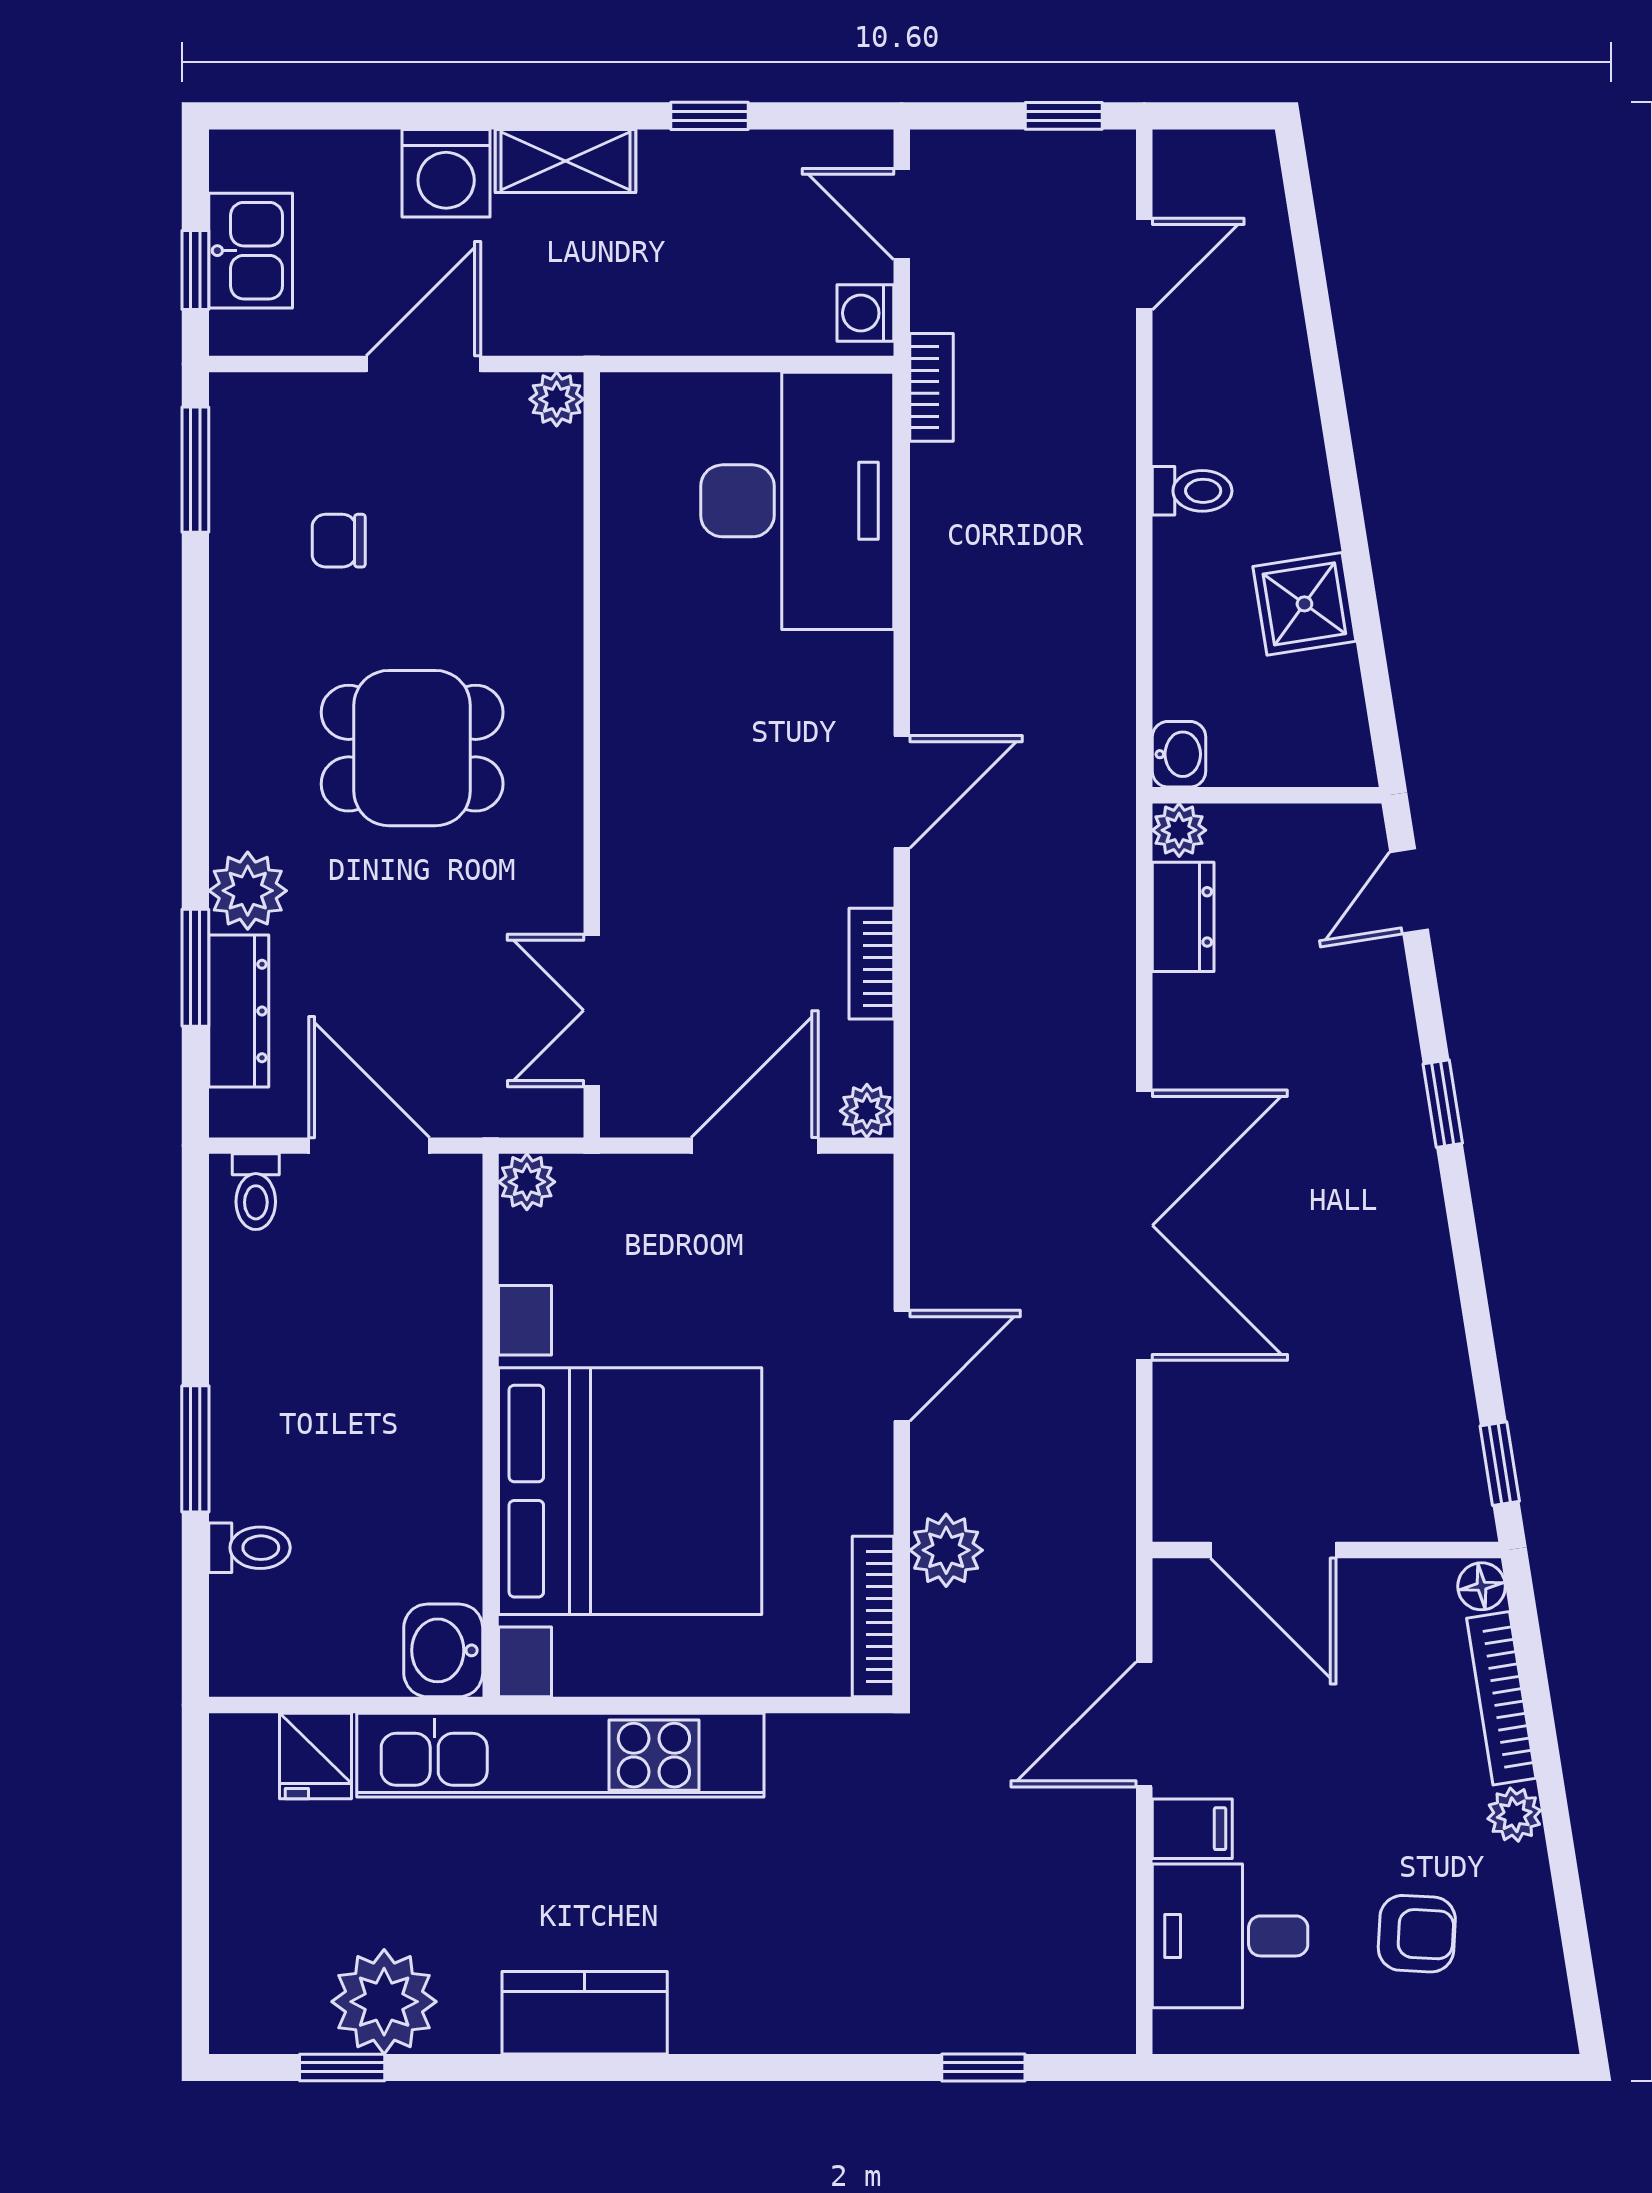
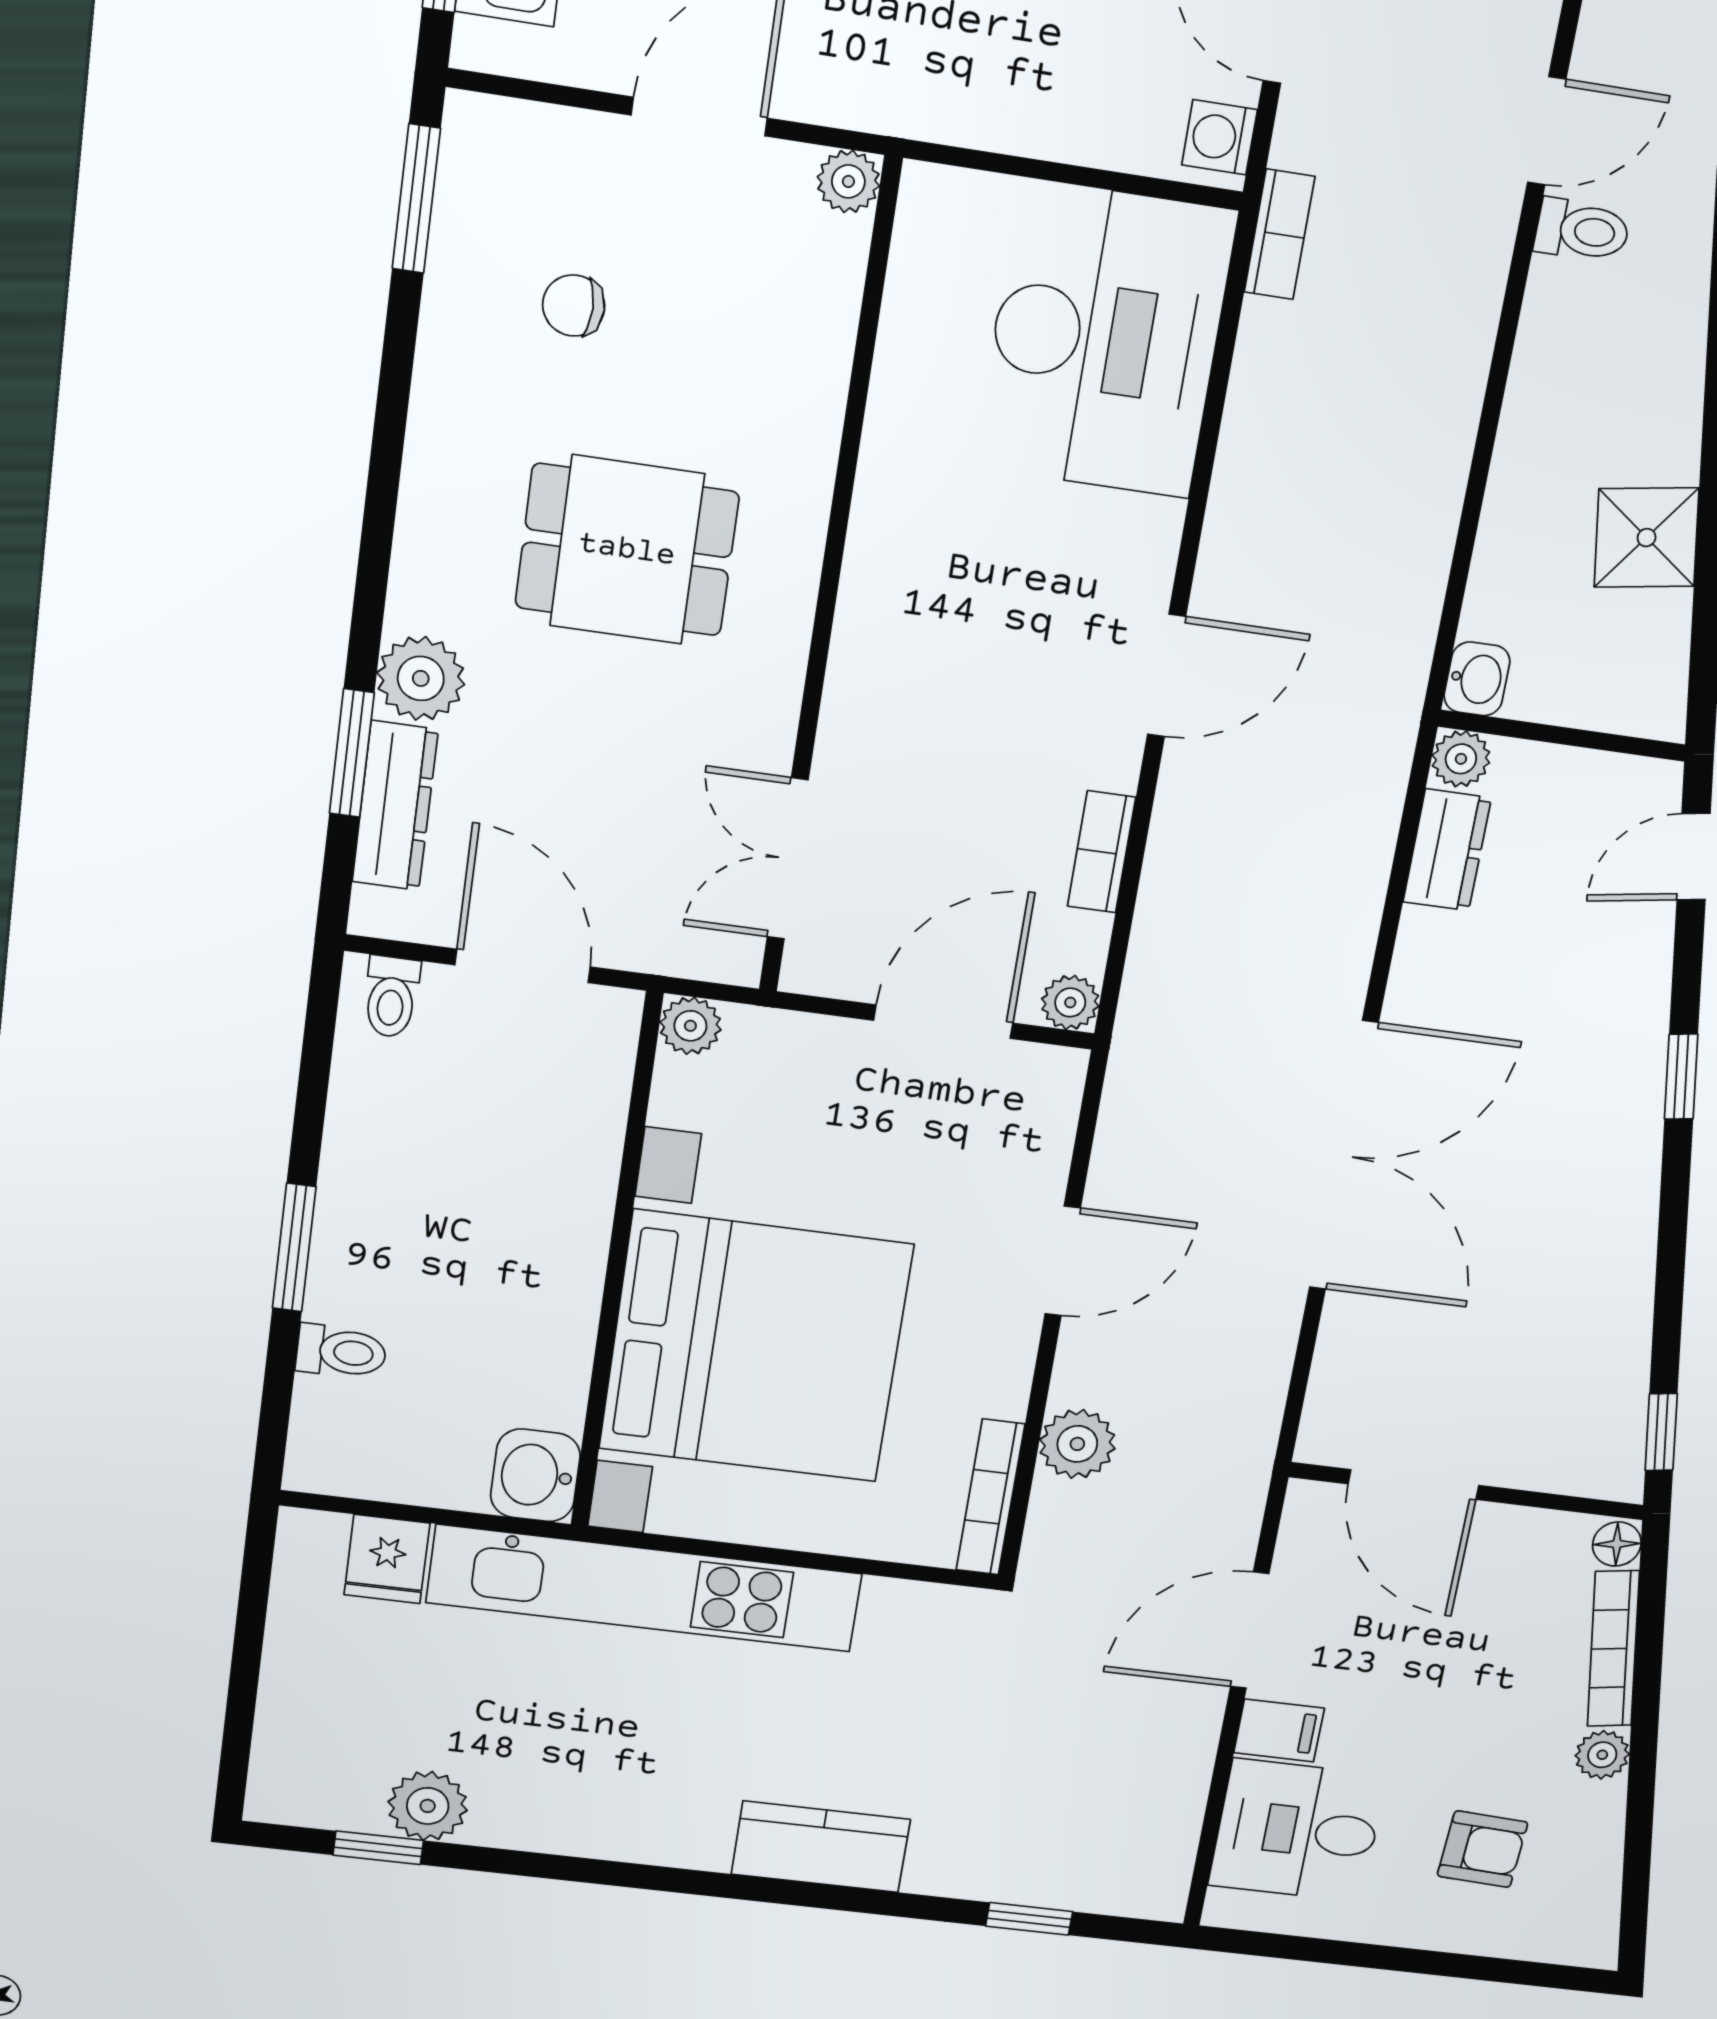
toilet: (1192, 491) -> (1582, 230), moved
plant: (384, 2002) -> (428, 1806), width x0.73, depth x0.73
kitchen counter: (585, 2013) -> (821, 1847), moved

